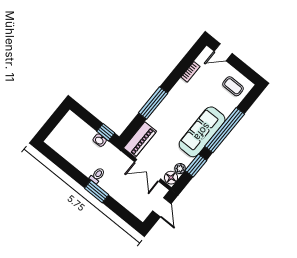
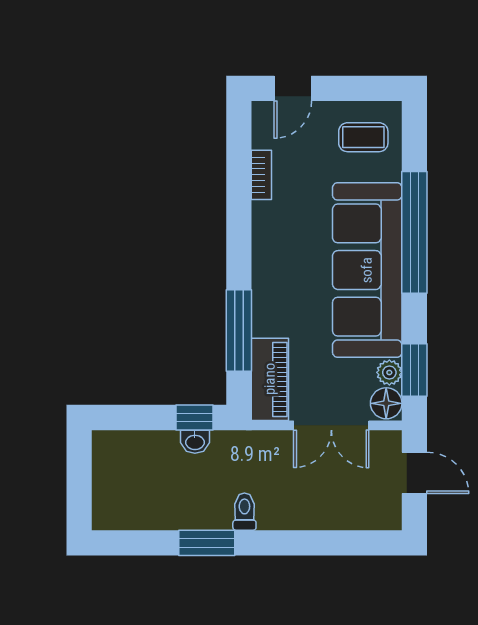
window: (153, 103) -> (239, 331), moved
sofa: (202, 132) -> (367, 270), width x1.36, depth x1.27
window: (196, 165) -> (414, 370), moved
window: (97, 191) -> (207, 543), moved

